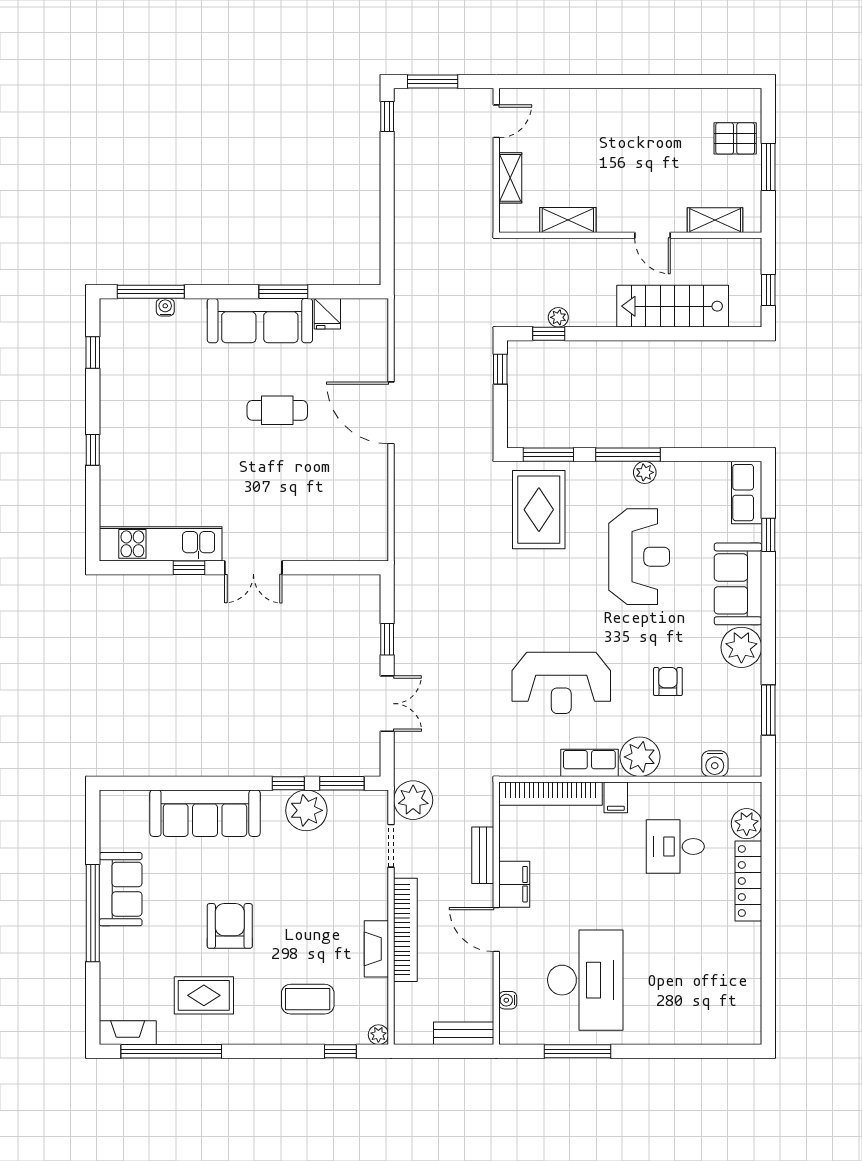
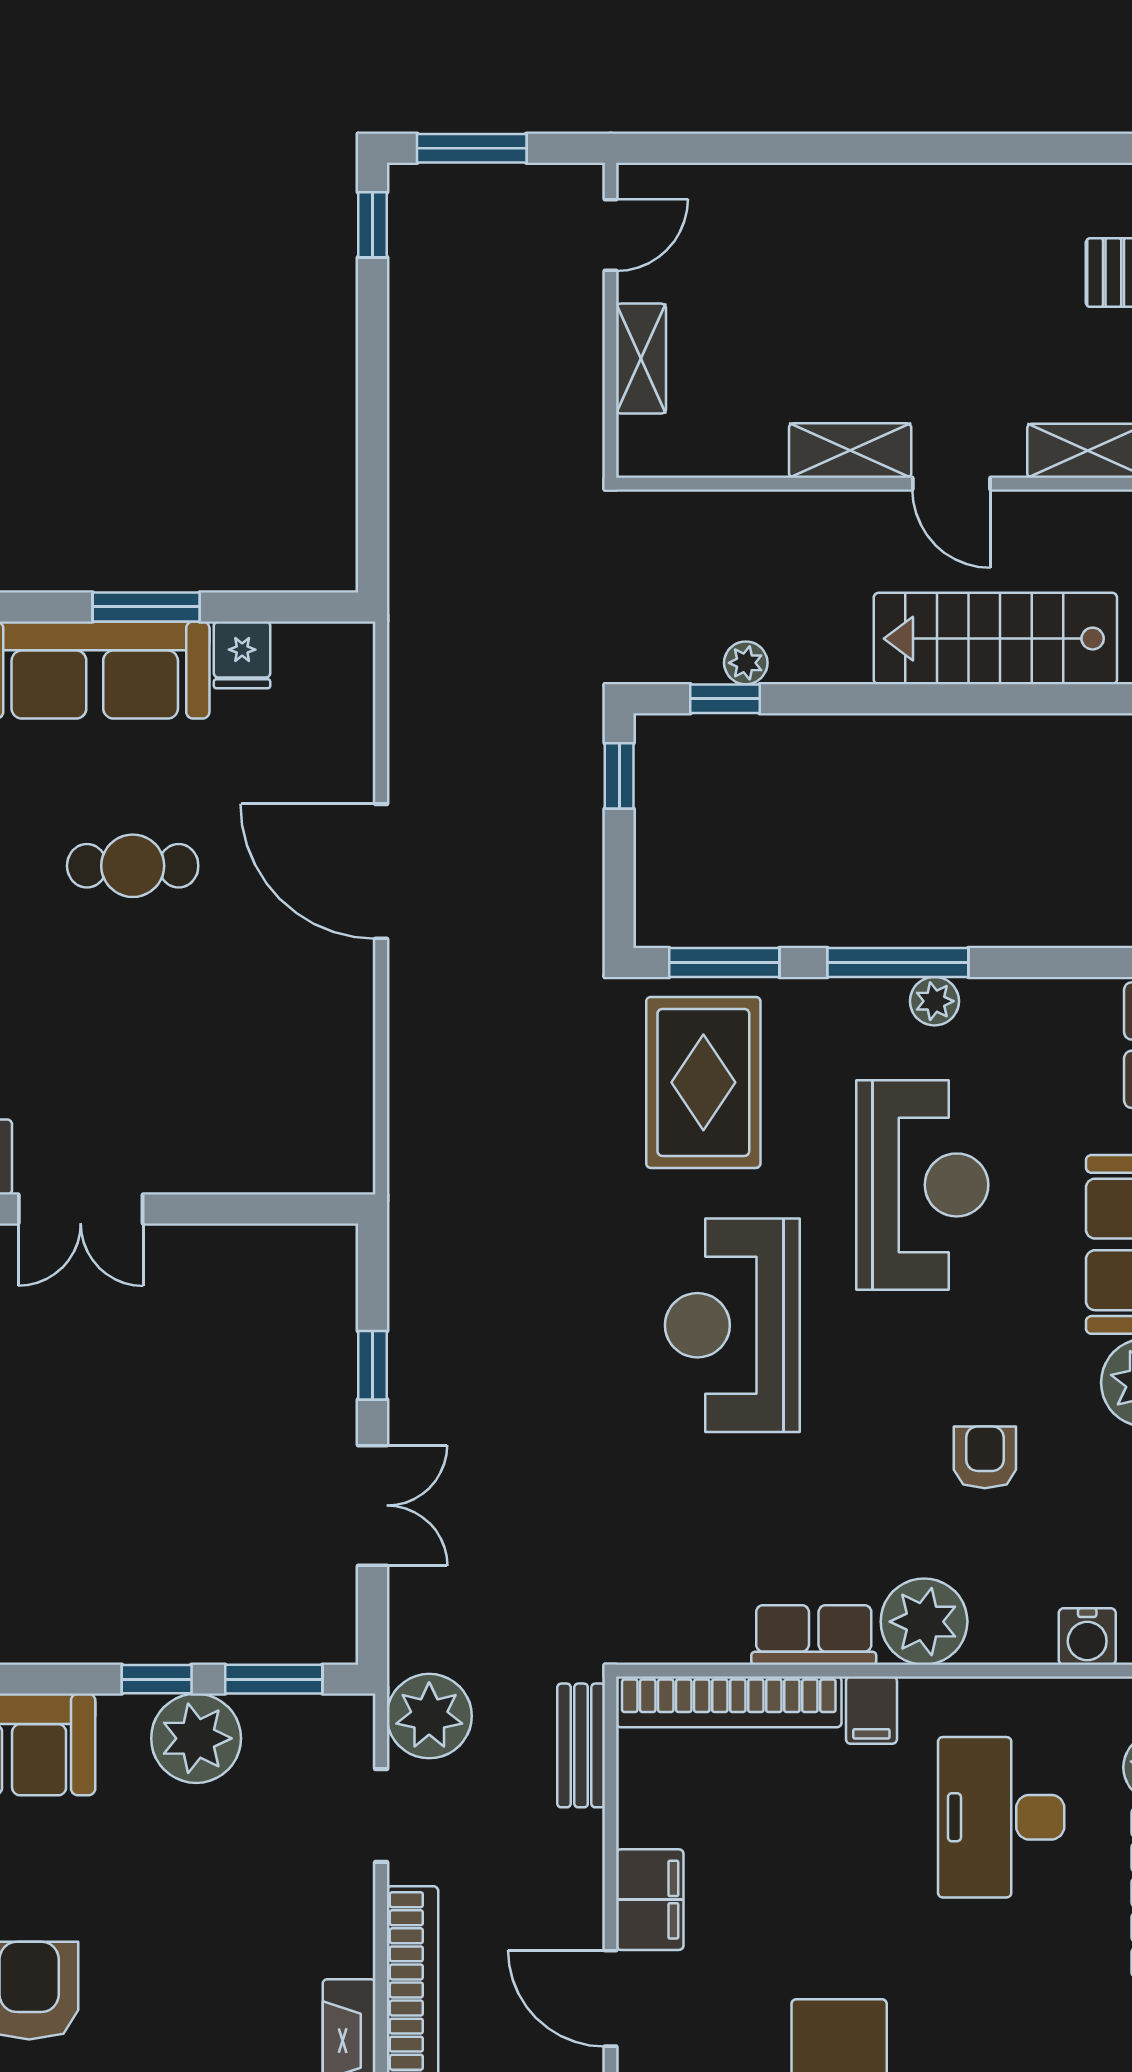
shelving: (568, 220) -> (850, 451), moved
reception desk: (561, 683) -> (732, 1325), moved, turned 90
desk: (675, 846) -> (1001, 1817), width x1.37
bench: (483, 855) -> (581, 1745), moved

